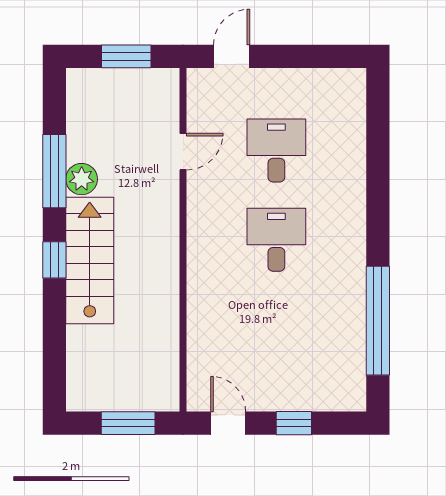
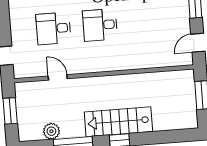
plant: (82, 179) -> (51, 131), moved

